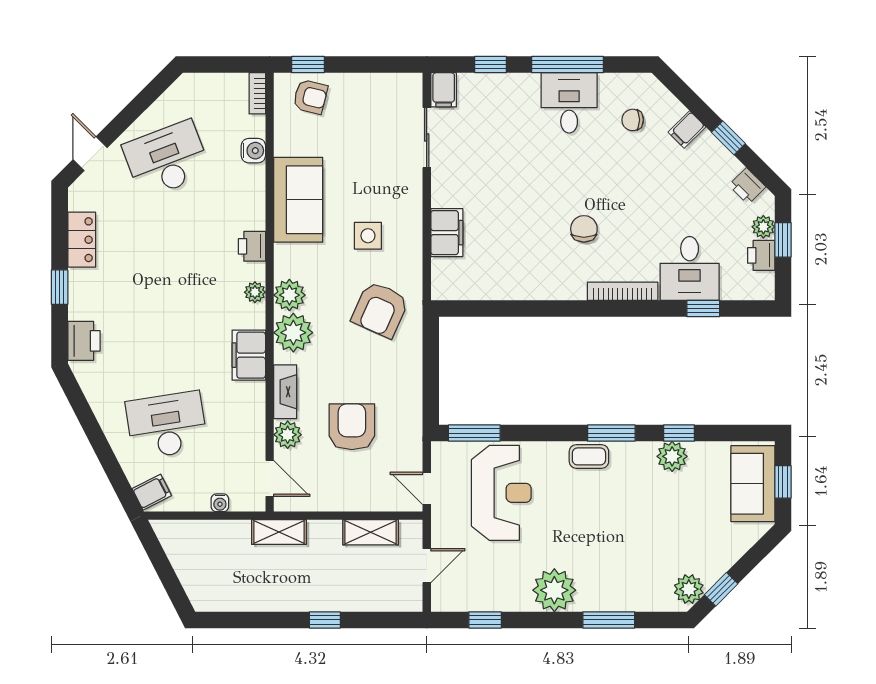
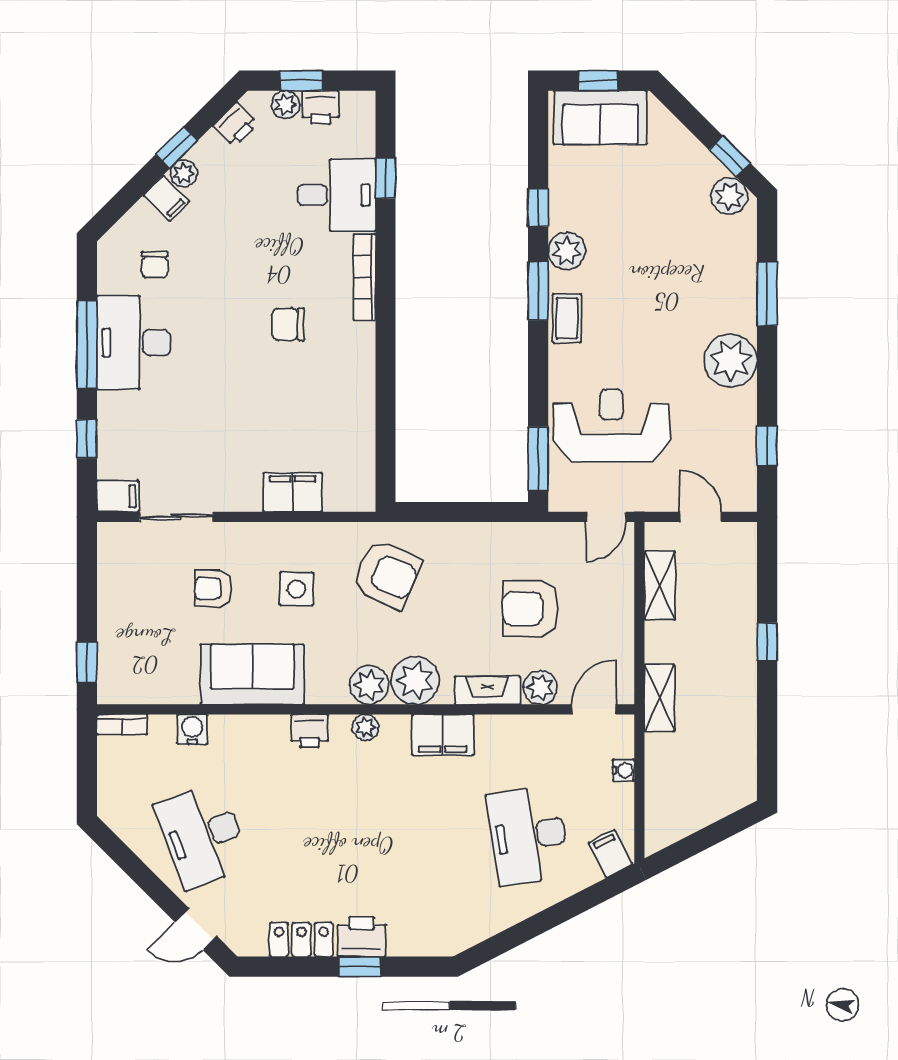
armchair: (310, 97) -> (213, 589), moved, turned -103
desk: (569, 103) -> (134, 343), width x1.37
plant: (707, 144) -> (184, 173), added
printer: (84, 341) -> (362, 937), moved
plant: (672, 456) -> (567, 251), moved

